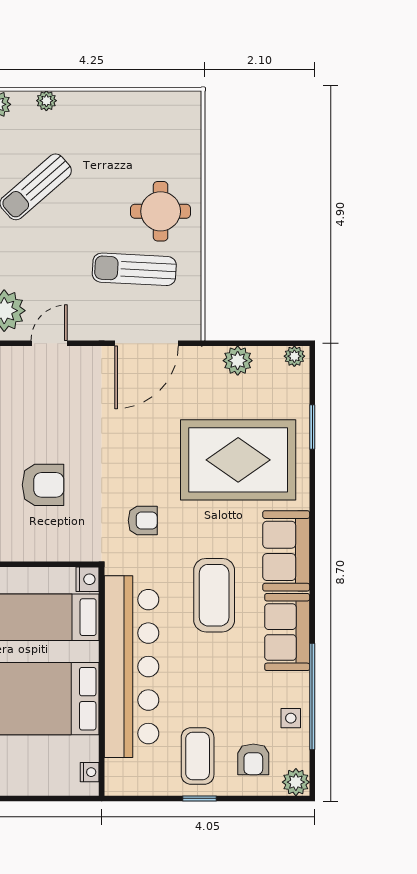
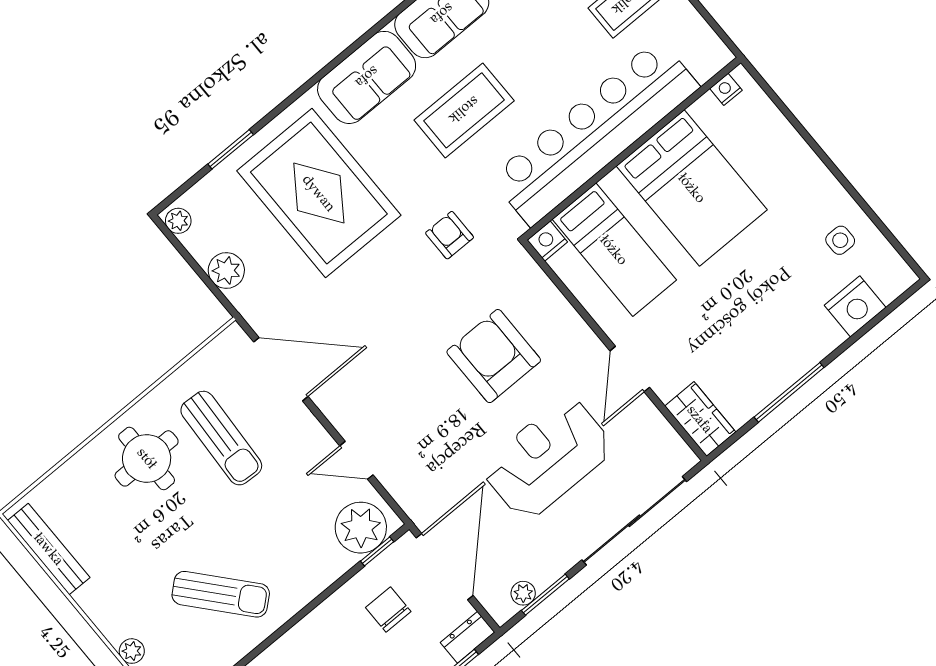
bench: (155, 102) -> (49, 549), added
armchair: (43, 485) -> (494, 356), width x1.36, depth x1.36

